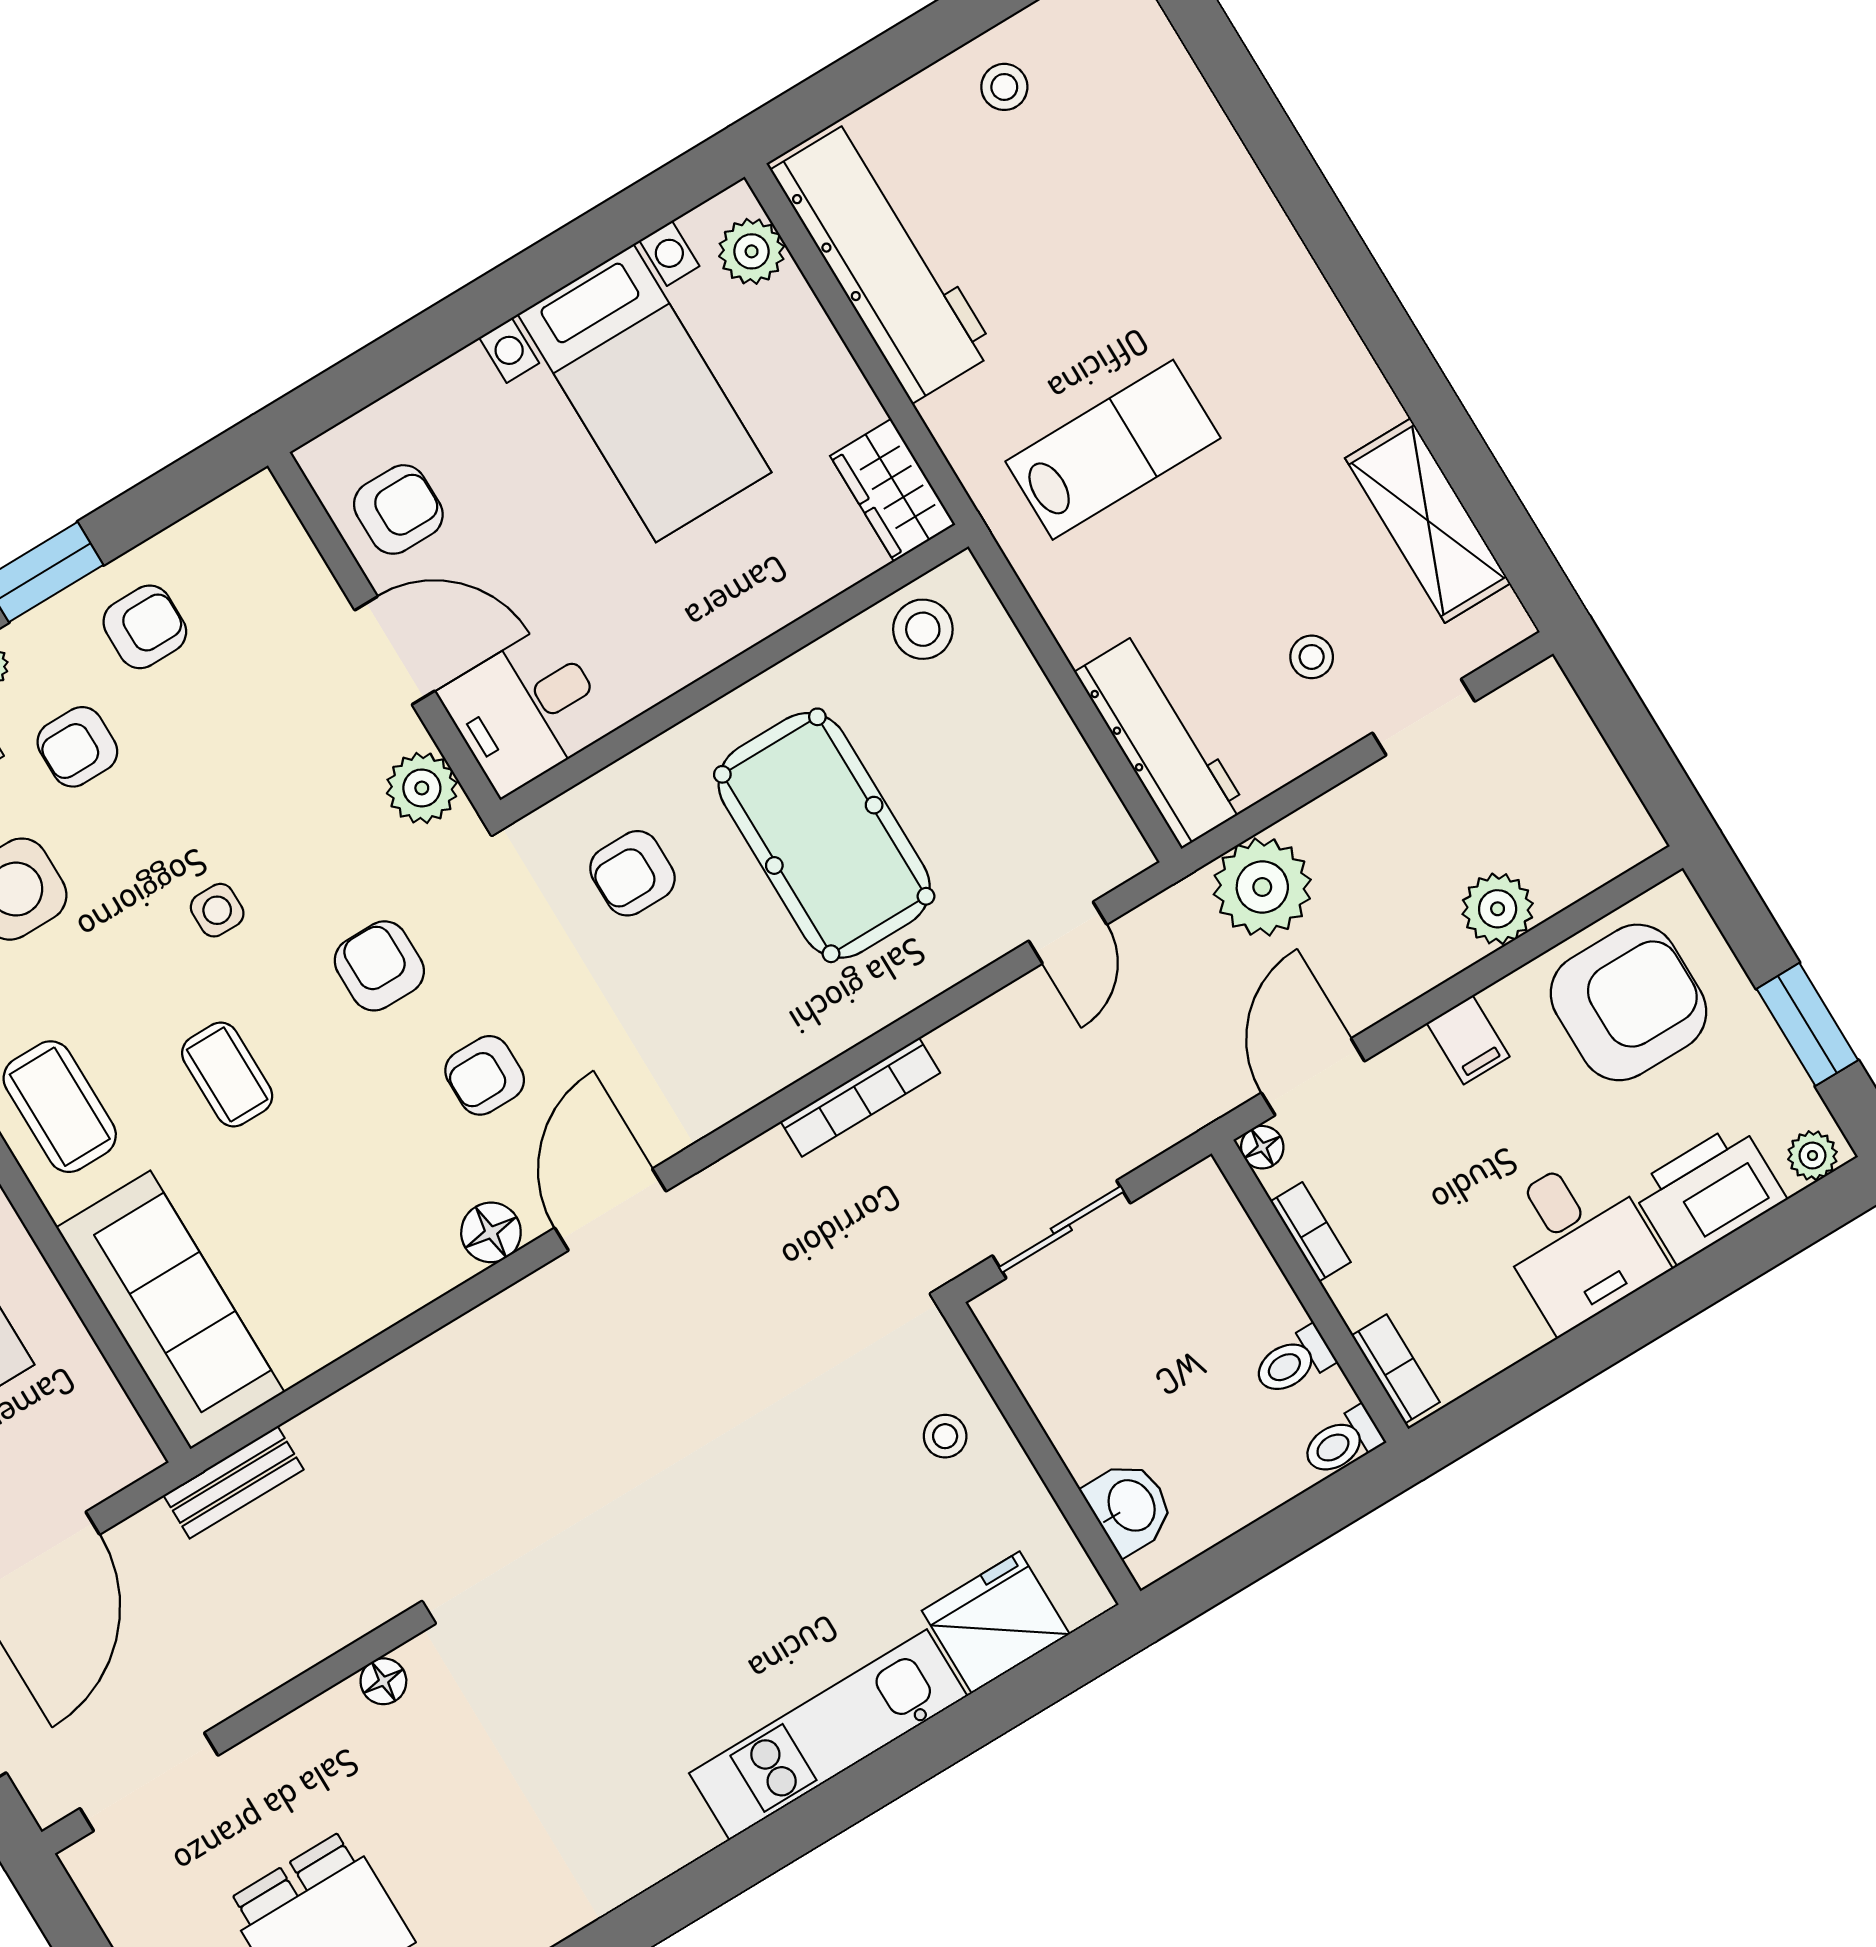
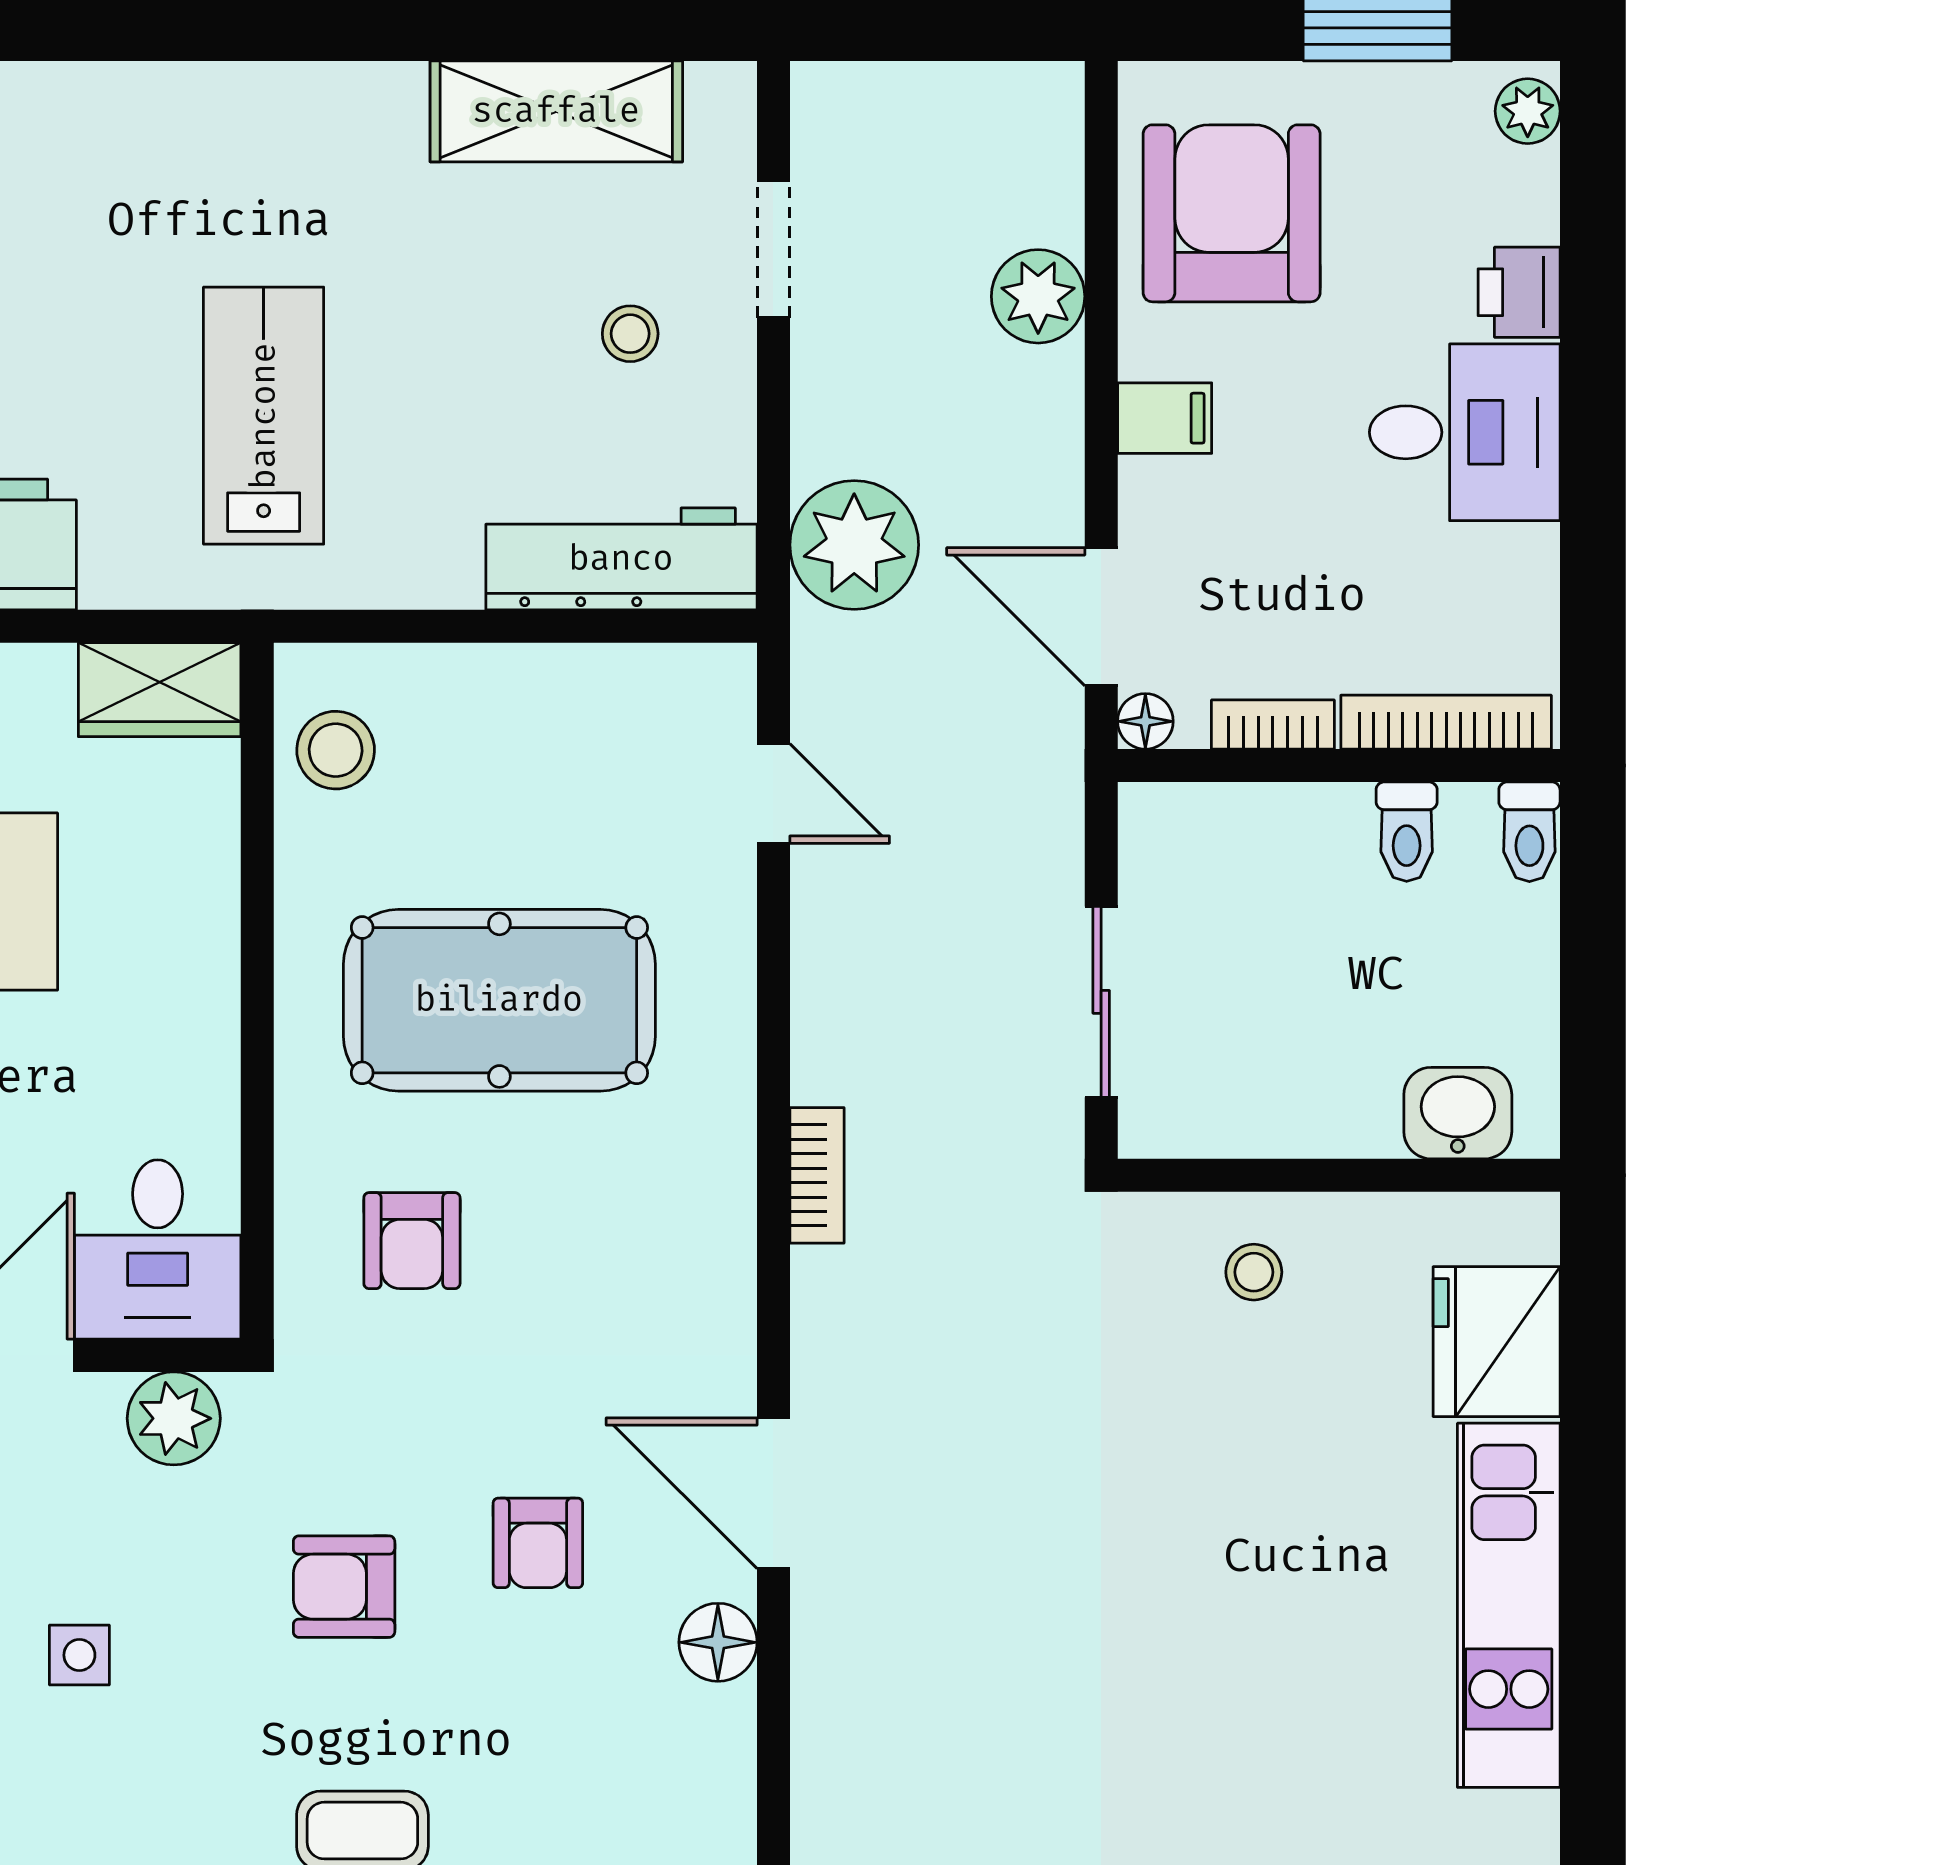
side table: (217, 910) -> (79, 1655), moved
bookcase: (860, 1097) -> (817, 1175), width x0.64
printer: (1709, 1193) -> (1519, 292), width x0.53, depth x0.68
bookcase: (1396, 1369) -> (1446, 722), width x1.56

